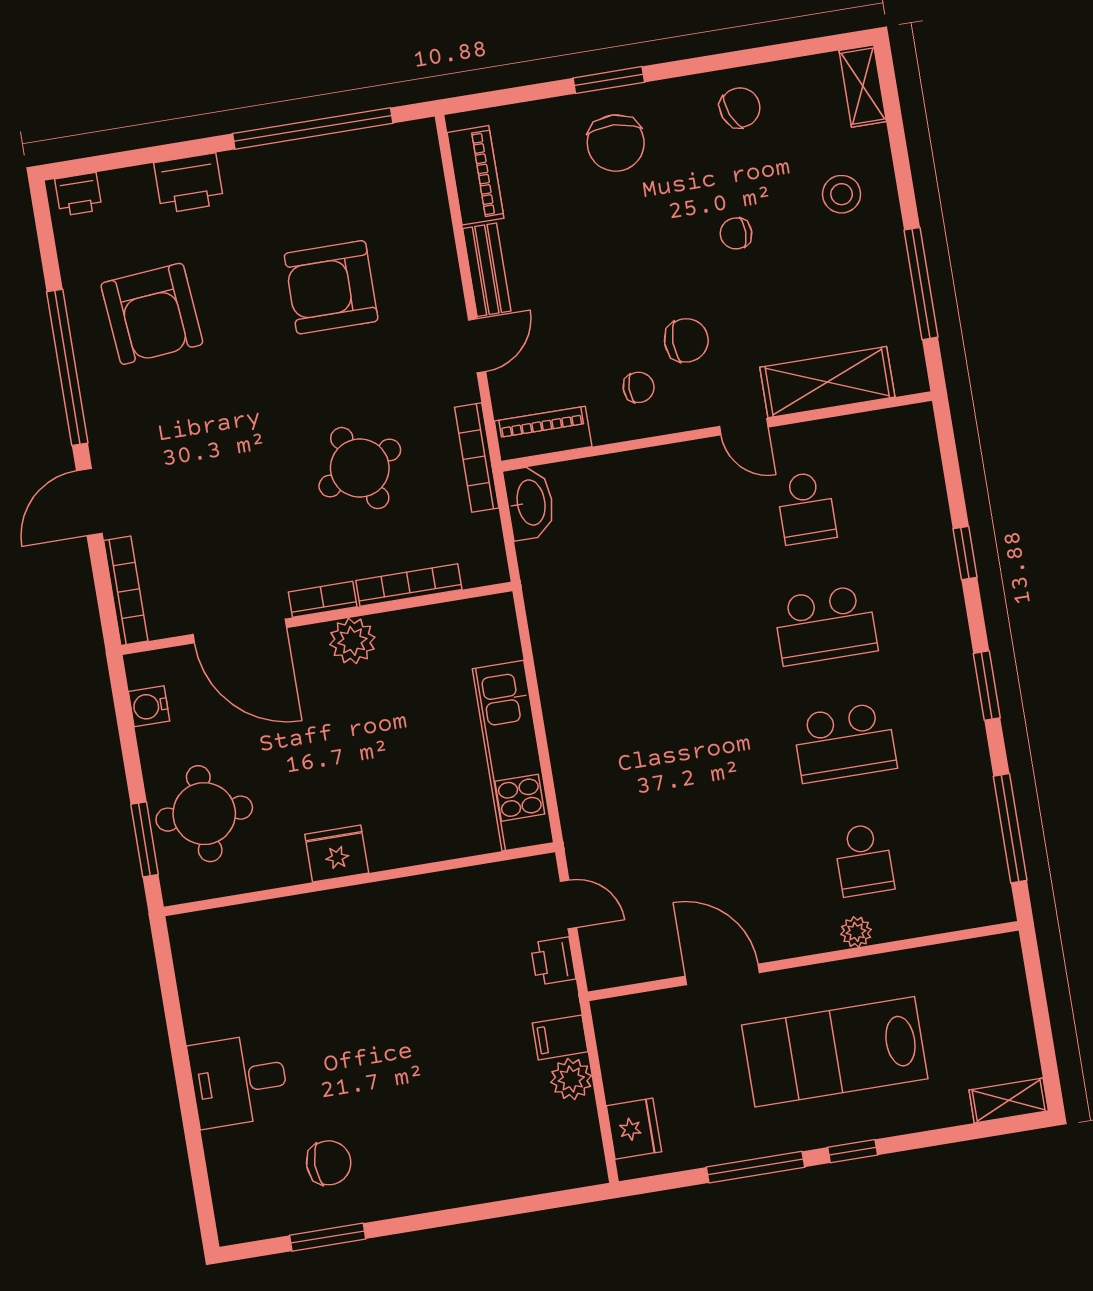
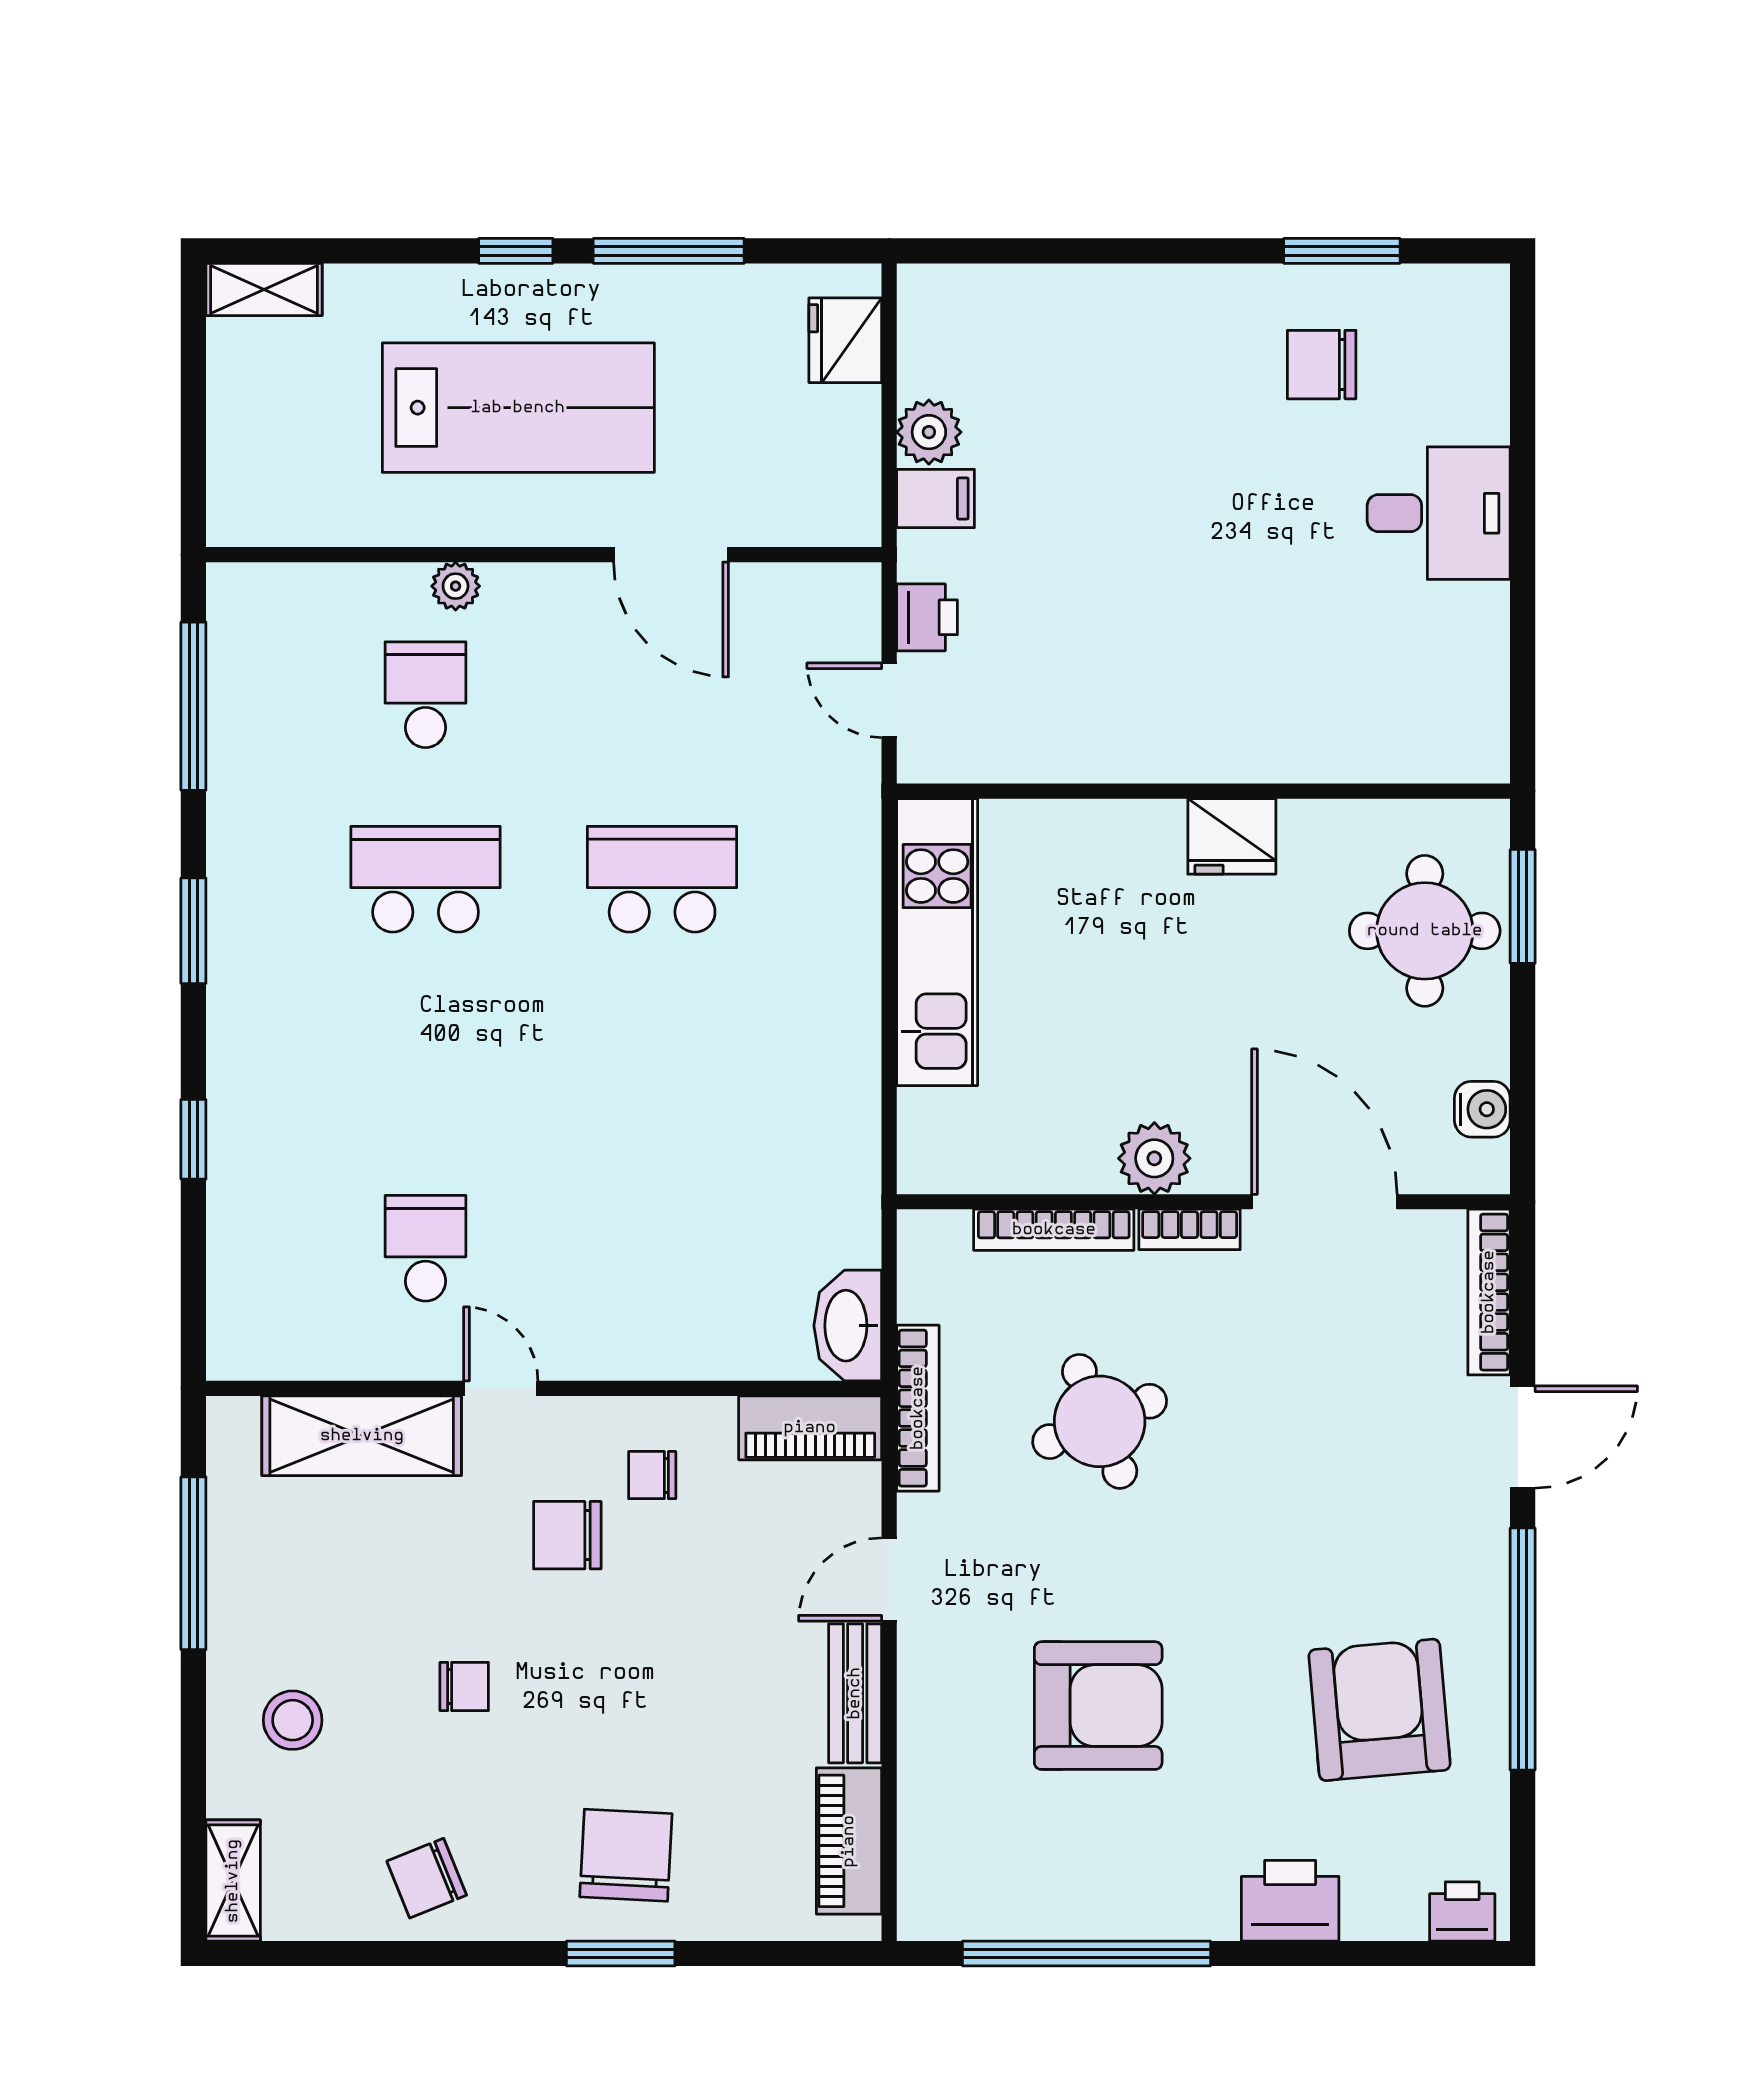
school desk: (825, 625) -> (662, 879), moved

